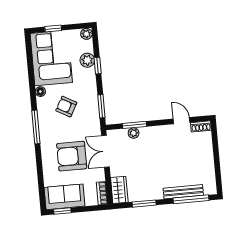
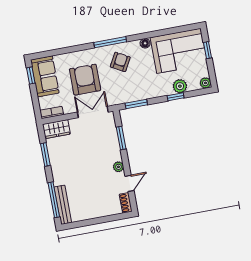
armchair: (66, 107) -> (120, 62), moved
plant: (134, 133) -> (118, 167), moved
bench: (183, 192) -> (63, 205), moved

